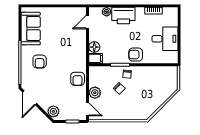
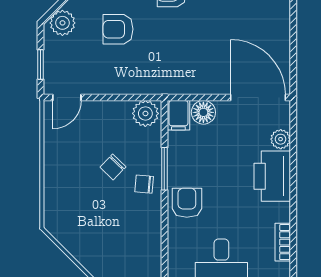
door: (88, 22) -> (258, 98), width x1.87
armchair: (78, 79) -> (118, 29), moved
plant: (95, 93) -> (145, 113), moved

